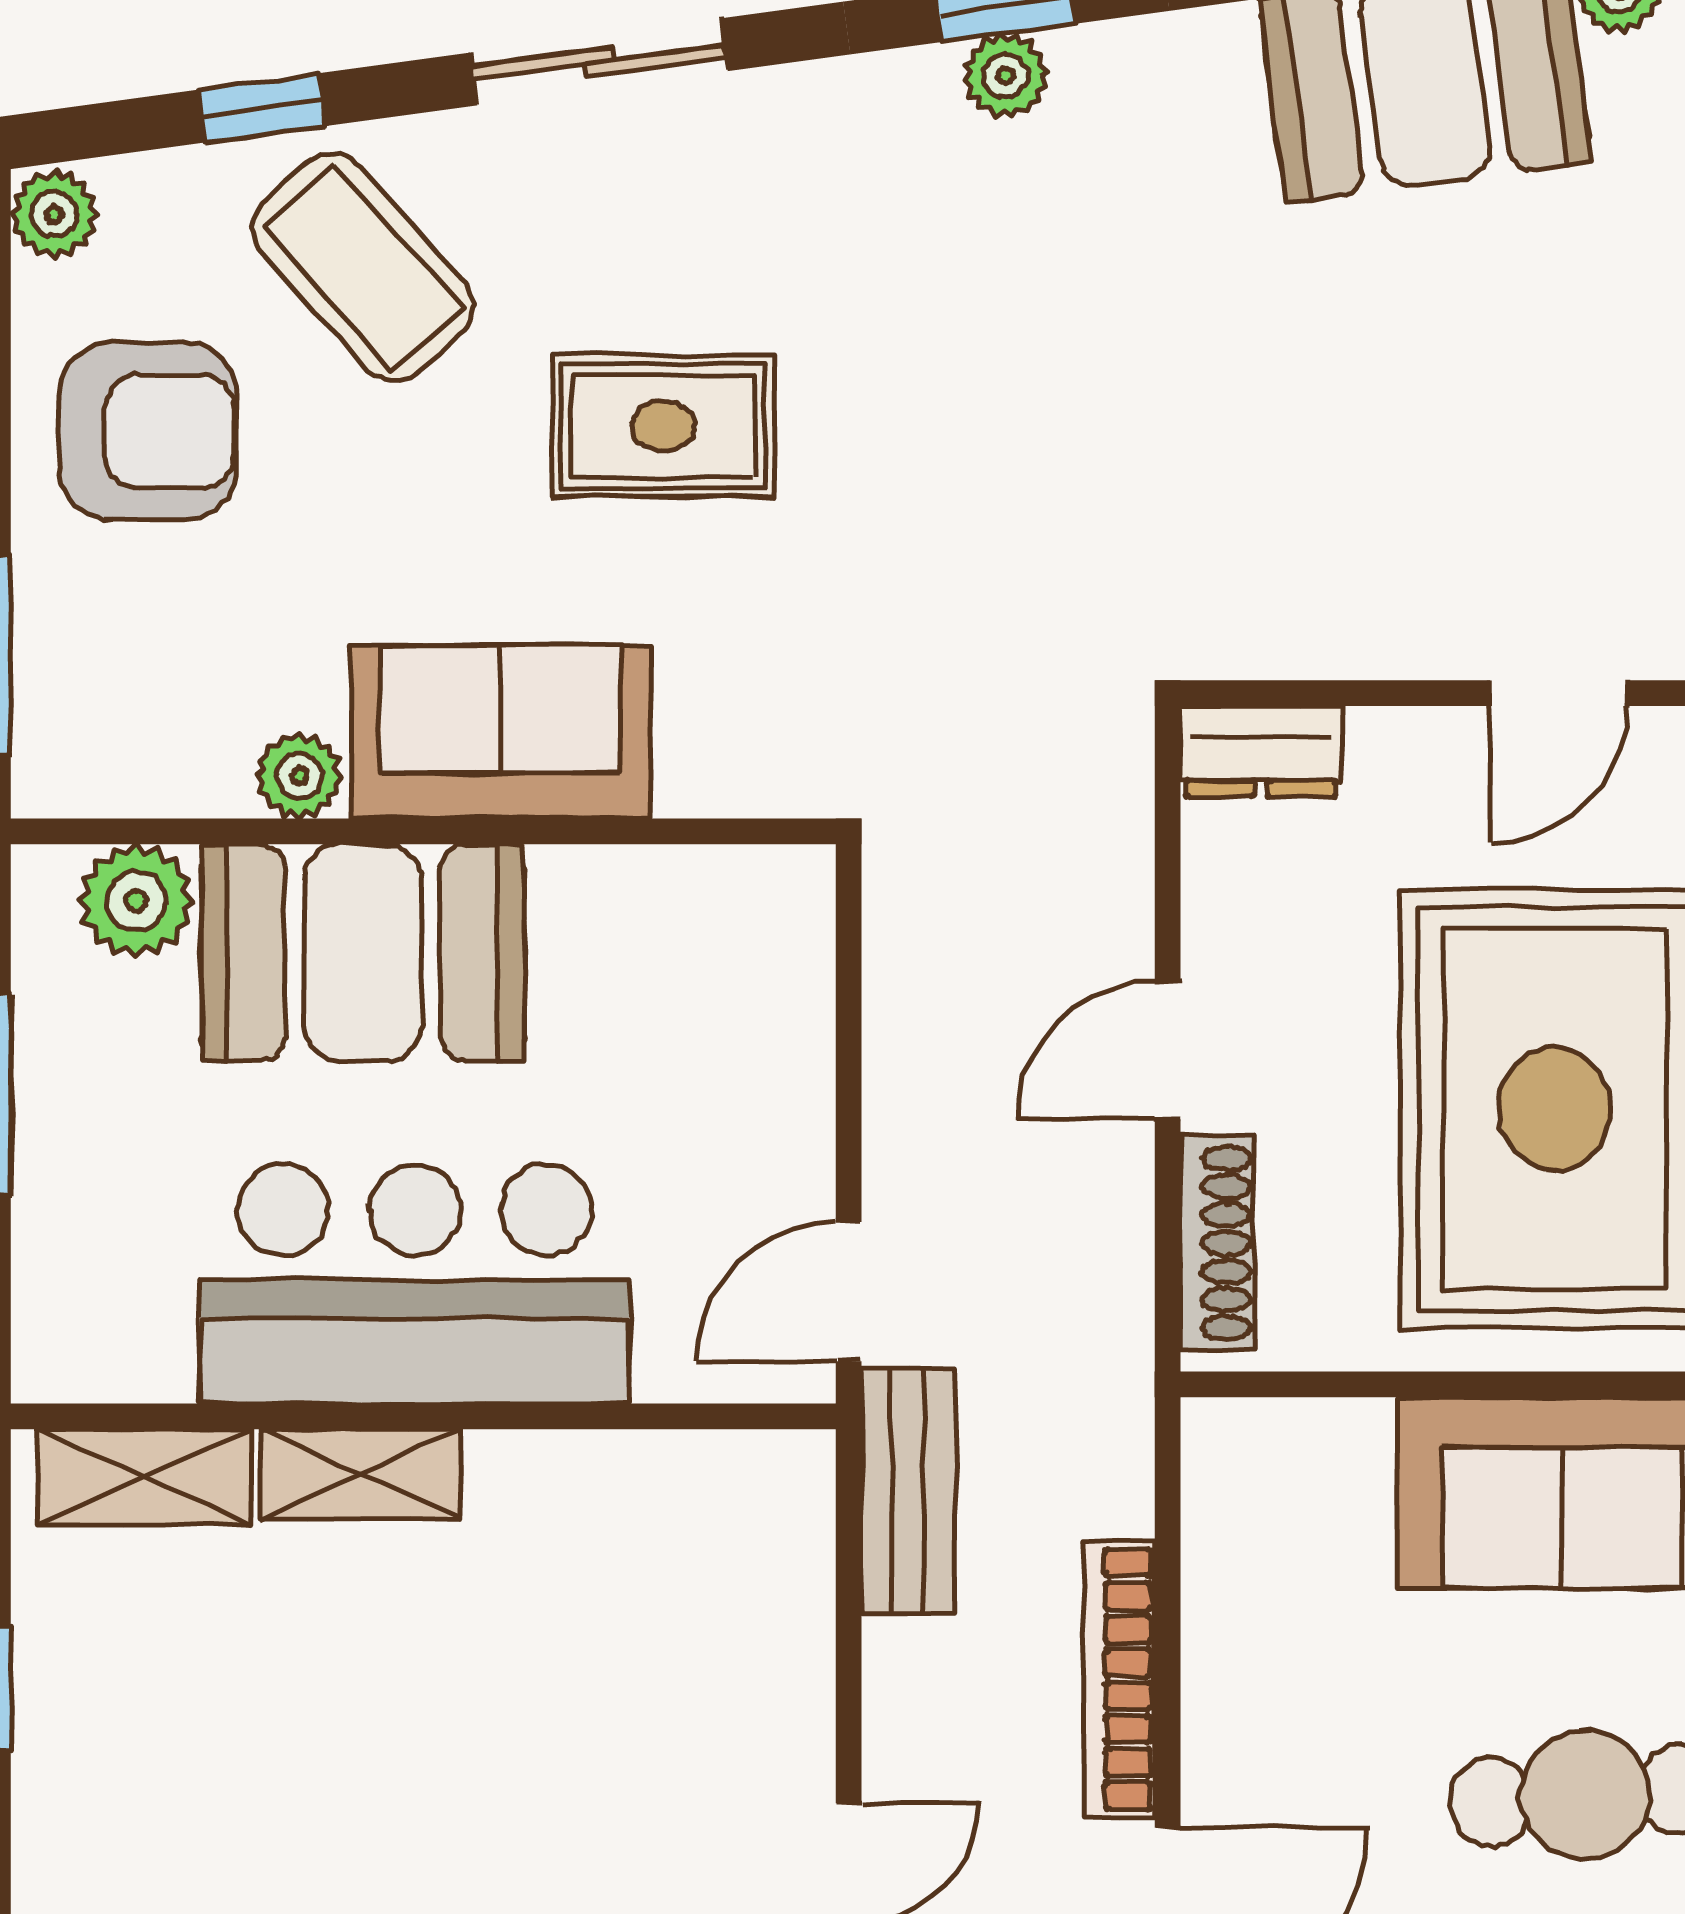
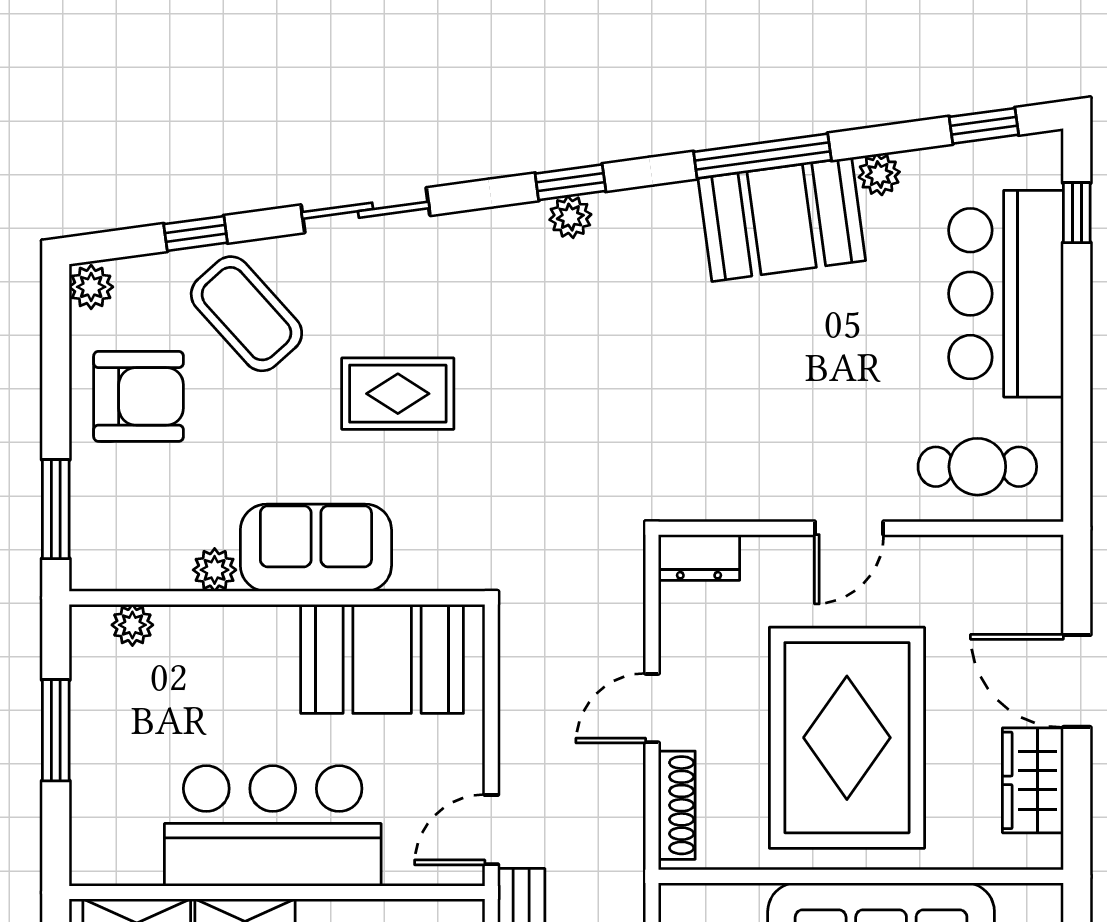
plant: (136, 901) -> (132, 625), width x0.73, depth x0.73
booth: (363, 953) -> (382, 659), moved

